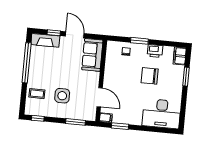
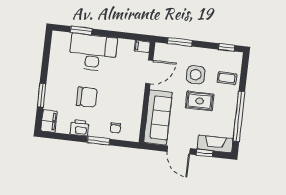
sofa: (92, 55) -> (158, 117), width x1.36
rug: (59, 75) -> (200, 101), added
door: (100, 97) -> (149, 72), swing flipped
desk: (161, 114) -> (93, 52), moved
window: (120, 126) -> (81, 31), moved

